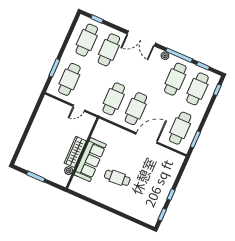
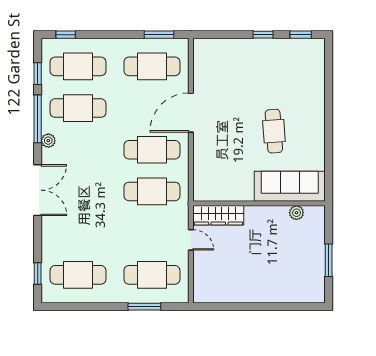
cafe table: (109, 50) -> (78, 233), removed
door: (147, 138) -> (191, 113), hinge flipped
wardrobe: (75, 152) -> (218, 215), moved
sofa: (90, 160) -> (290, 186), moved

